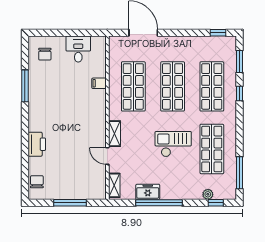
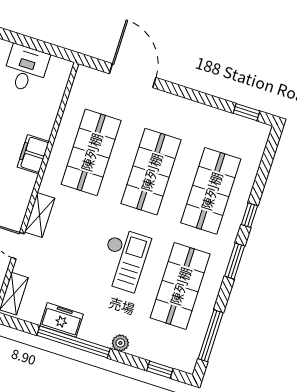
window: (240, 62) -> (235, 261), moved
filing cabinet: (99, 83) -> (33, 154), moved, width x2.00
checkout: (173, 144) -> (124, 260), turned 90
plant: (208, 194) -> (120, 343), moved

